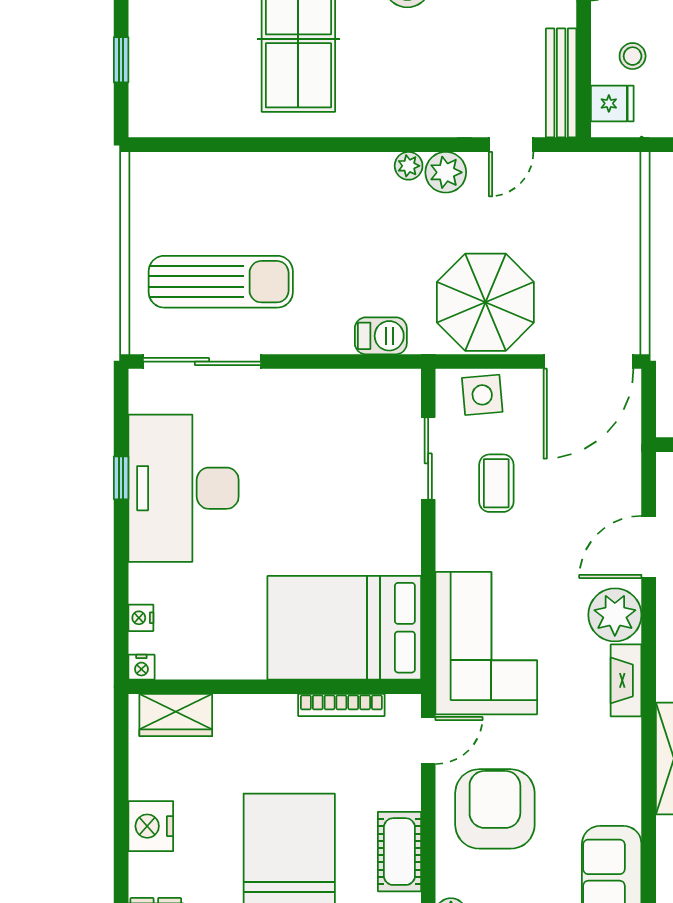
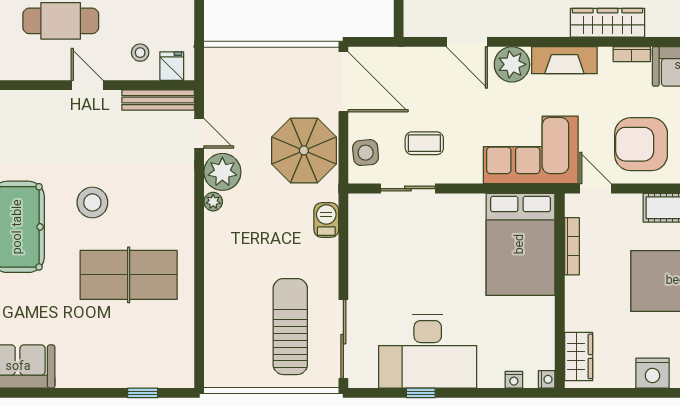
plant: (446, 172) -> (222, 172), width x1.36, depth x1.36
fireplace: (626, 680) -> (564, 60), width x1.37, depth x1.32
bookcase: (630, 795) -> (632, 54), added

